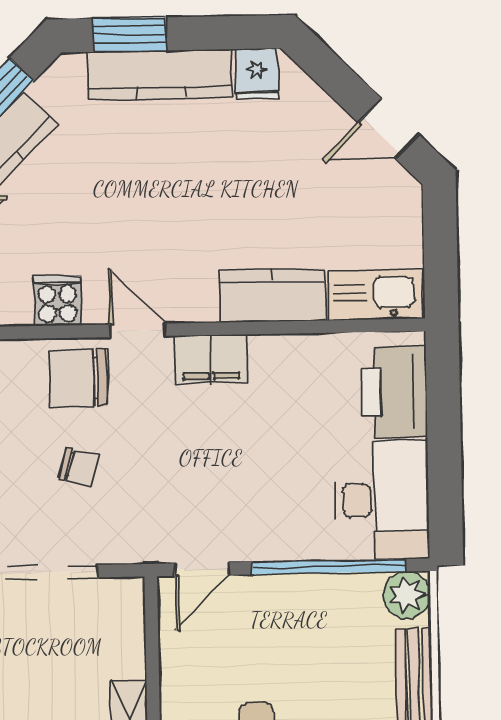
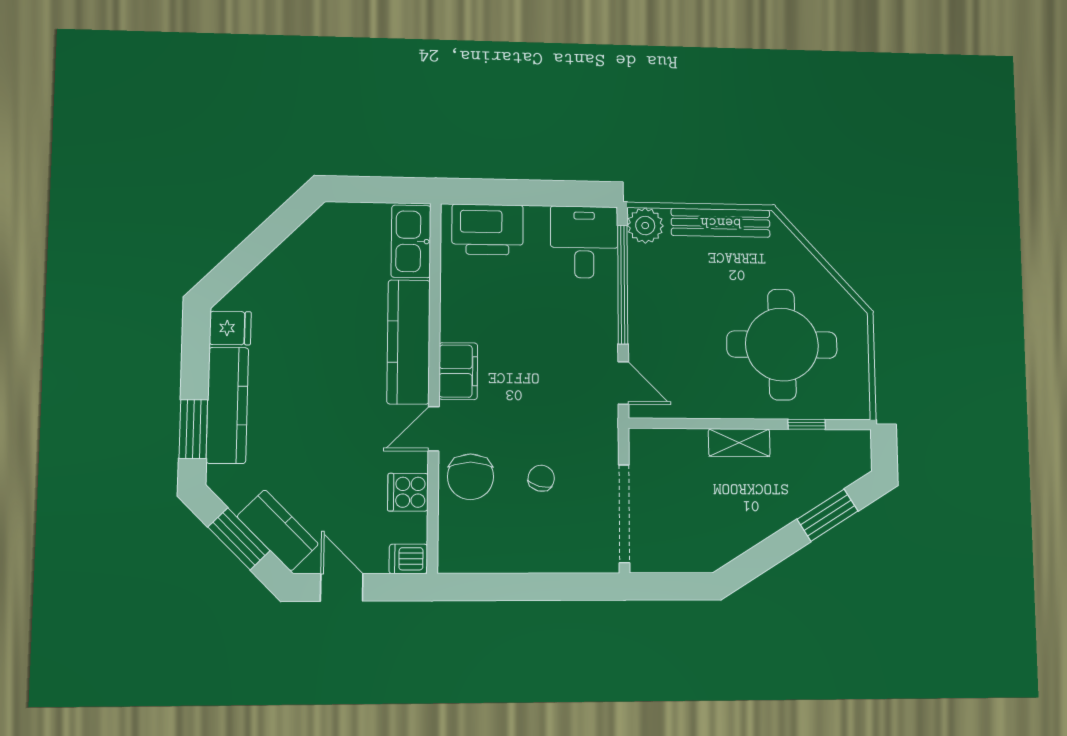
door: (389, 129) -> (279, 226), removed
kitchen counter: (273, 295) -> (409, 342), width x1.50
desk: (382, 500) -> (584, 242), width x0.73

